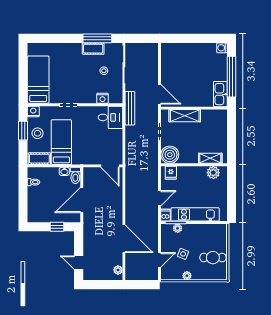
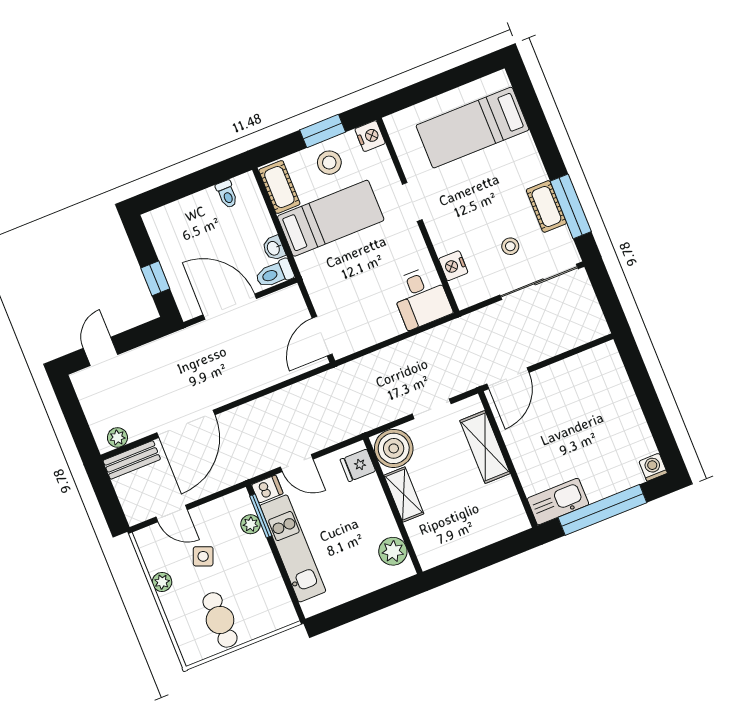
bed: (38, 80) -> (472, 128), moved, turned 180
bench: (130, 108) -> (132, 460), moved, width x0.73
shelving: (210, 158) -> (404, 494), moved

